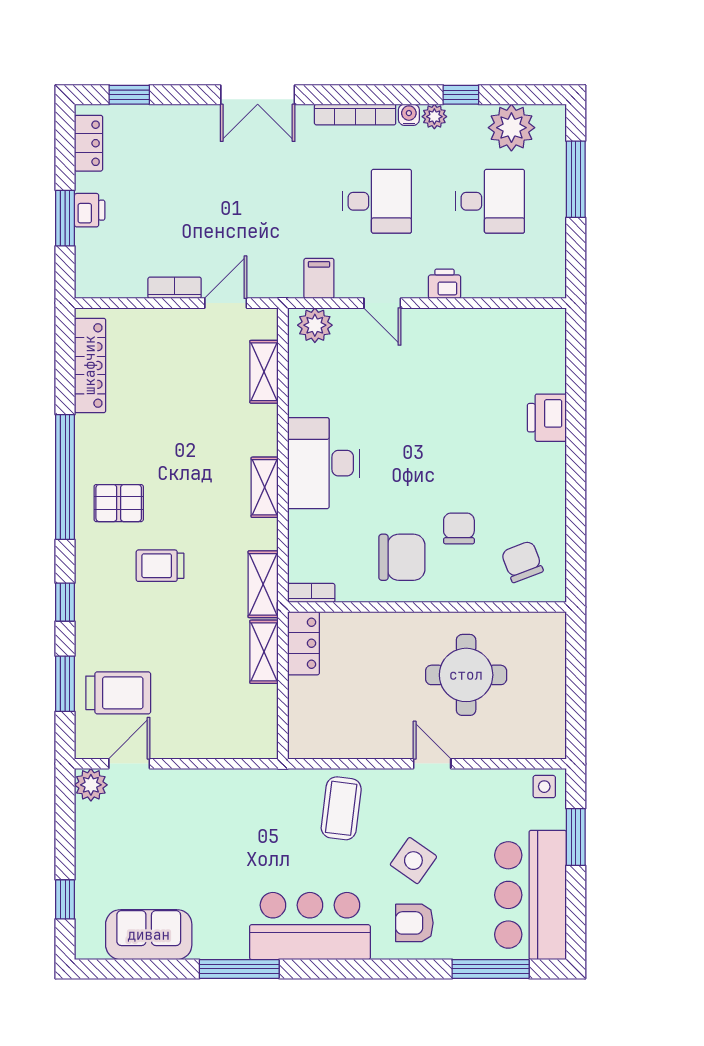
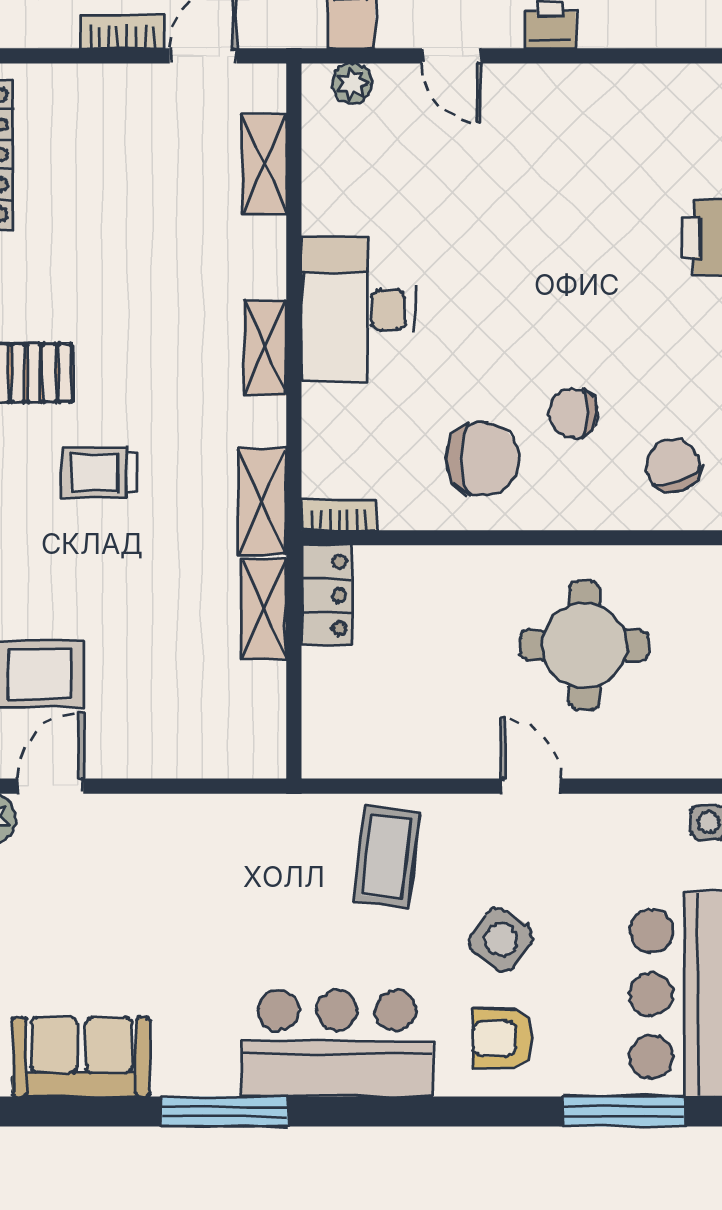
plant: (315, 325) -> (352, 83), width x0.73, depth x0.73
chair: (459, 528) -> (573, 413), turned -90

